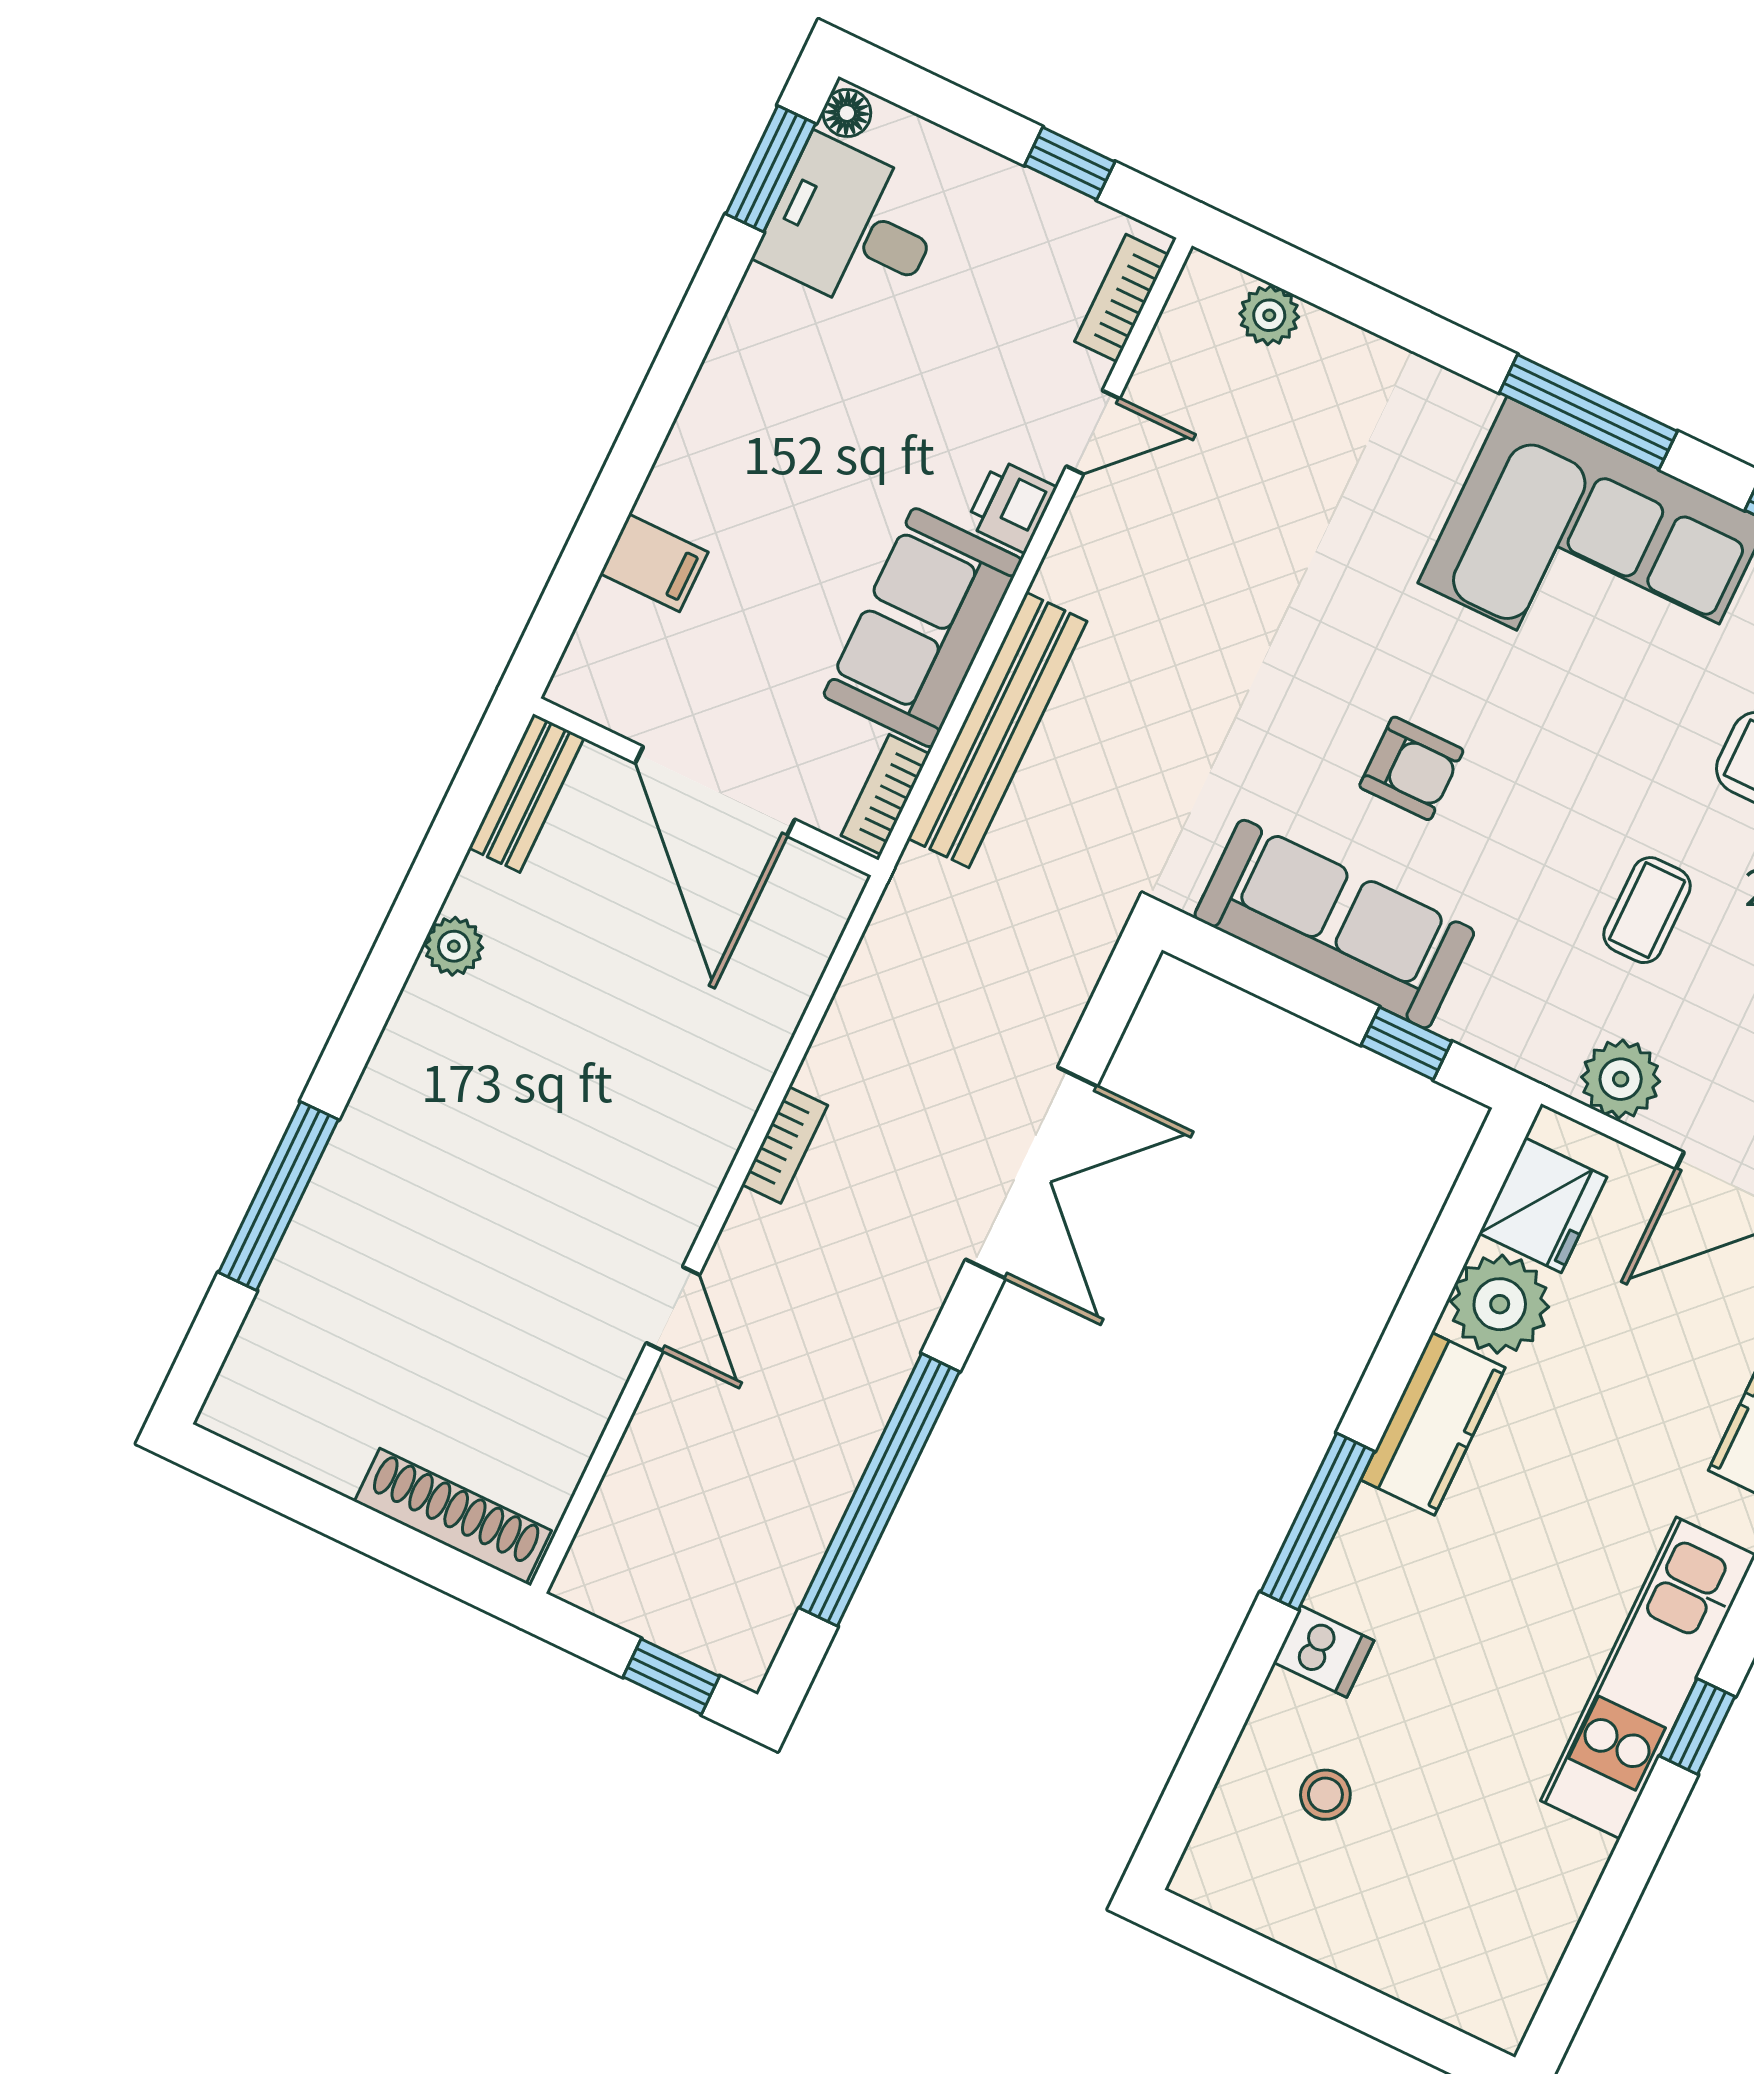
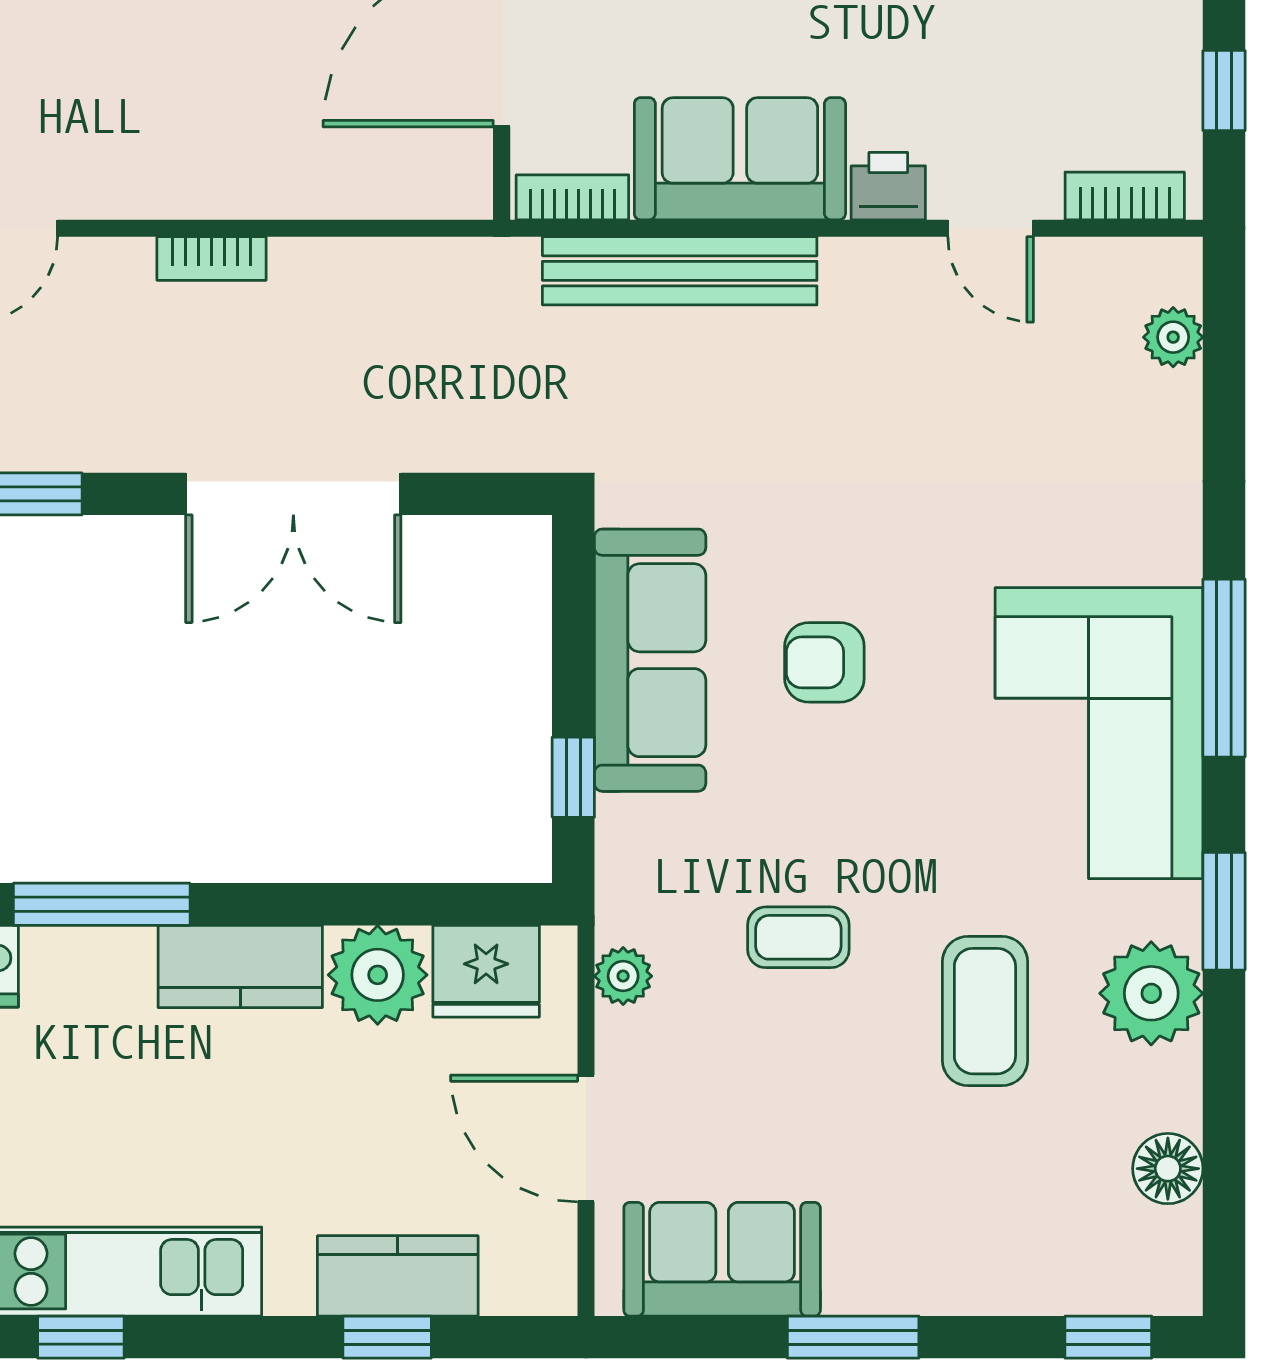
armchair: (1411, 768) -> (824, 662), turned 90
plant: (1621, 1079) -> (623, 976), width x0.73, depth x0.73

